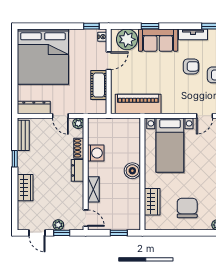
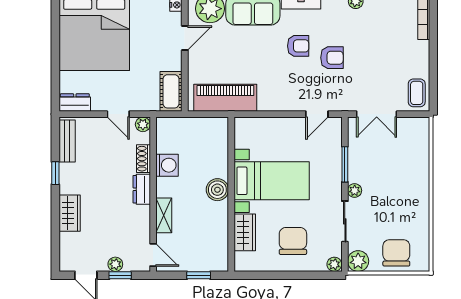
cot: (99, 85) -> (171, 91), moved
dresser: (34, 108) -> (75, 103), width x0.70
bed with nightstands: (170, 145) -> (272, 181), moved, turned -90

